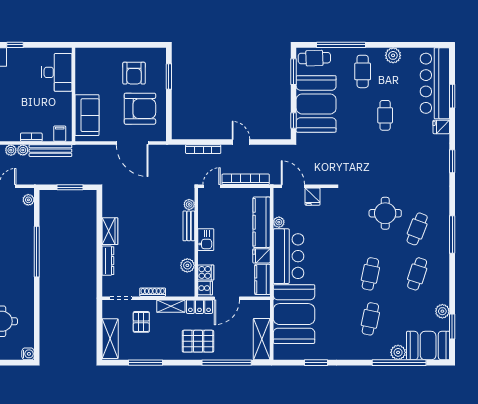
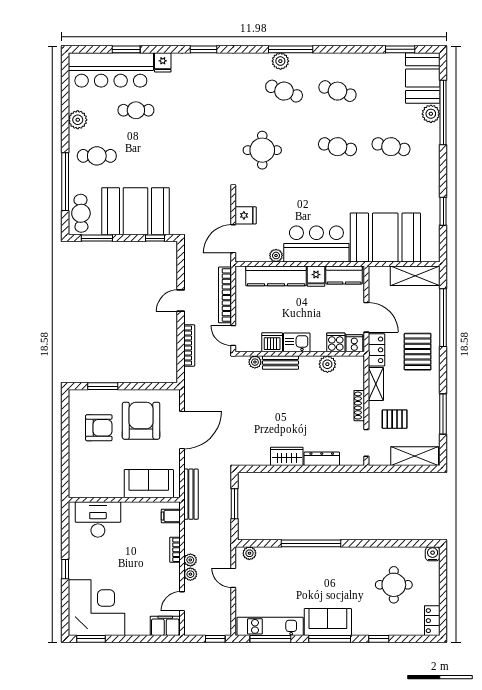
cafe table: (385, 115) -> (136, 110), moved
bench: (50, 151) -> (191, 494), moved
round table: (385, 213) -> (262, 150), moved
dishwasher: (206, 219) -> (272, 342), added
plant: (442, 311) -> (280, 61), moved

